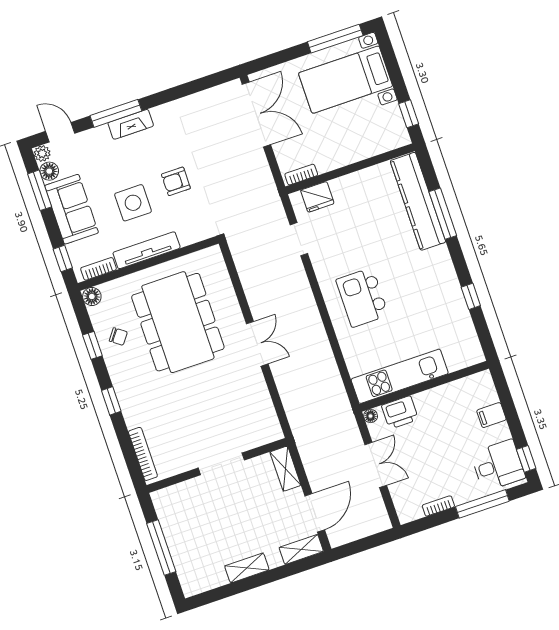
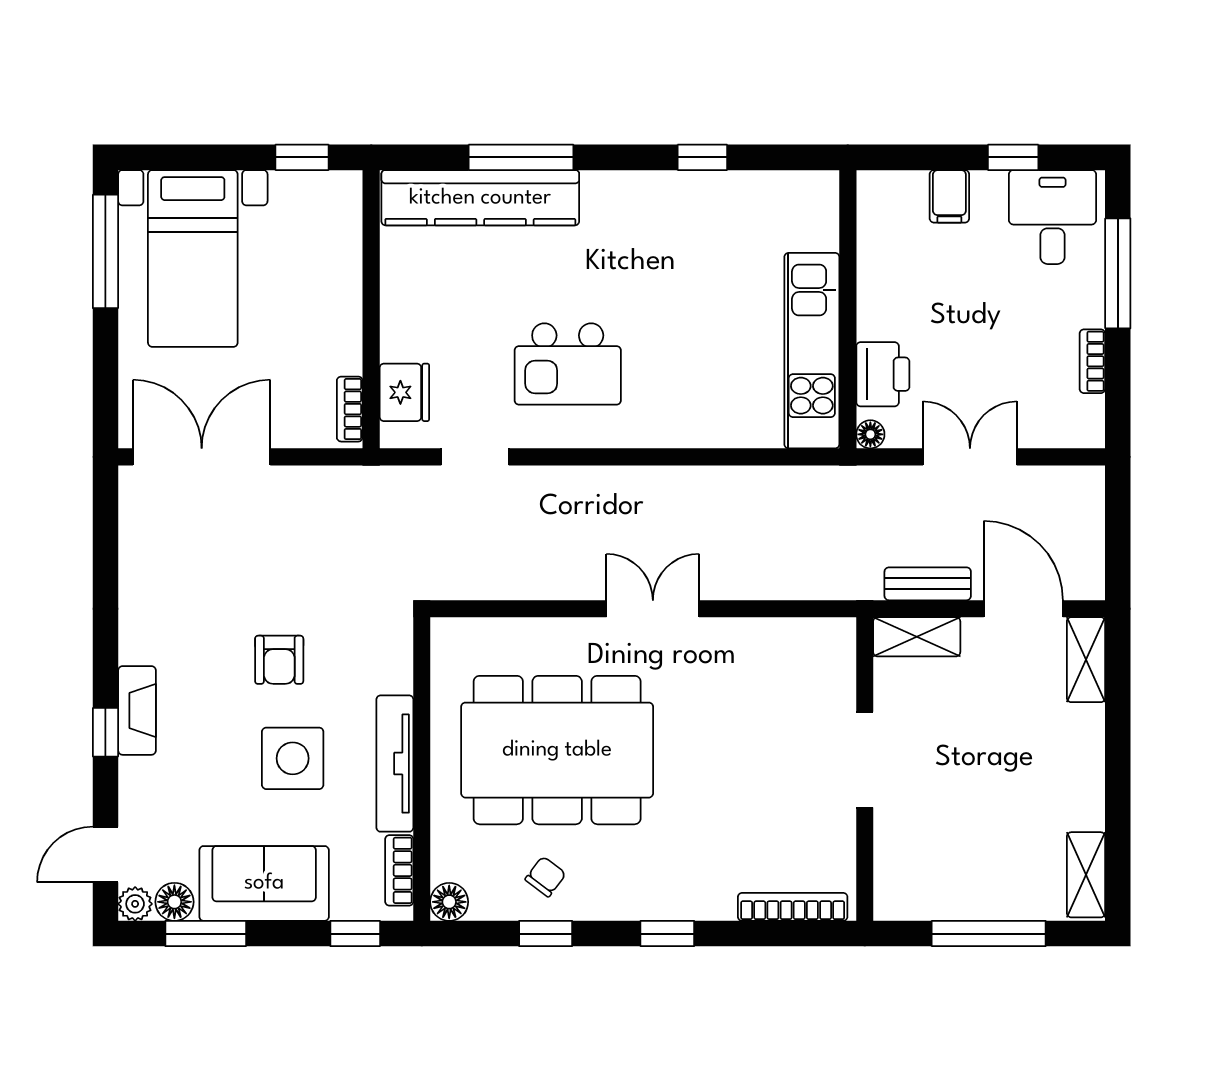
window: (116, 113) -> (105, 732), width x0.46
kitchen island: (362, 297) -> (568, 364), moved
window: (526, 459) -> (1013, 157), moved
bench: (311, 465) -> (928, 584), added
shelving: (247, 568) -> (1086, 875), moved

